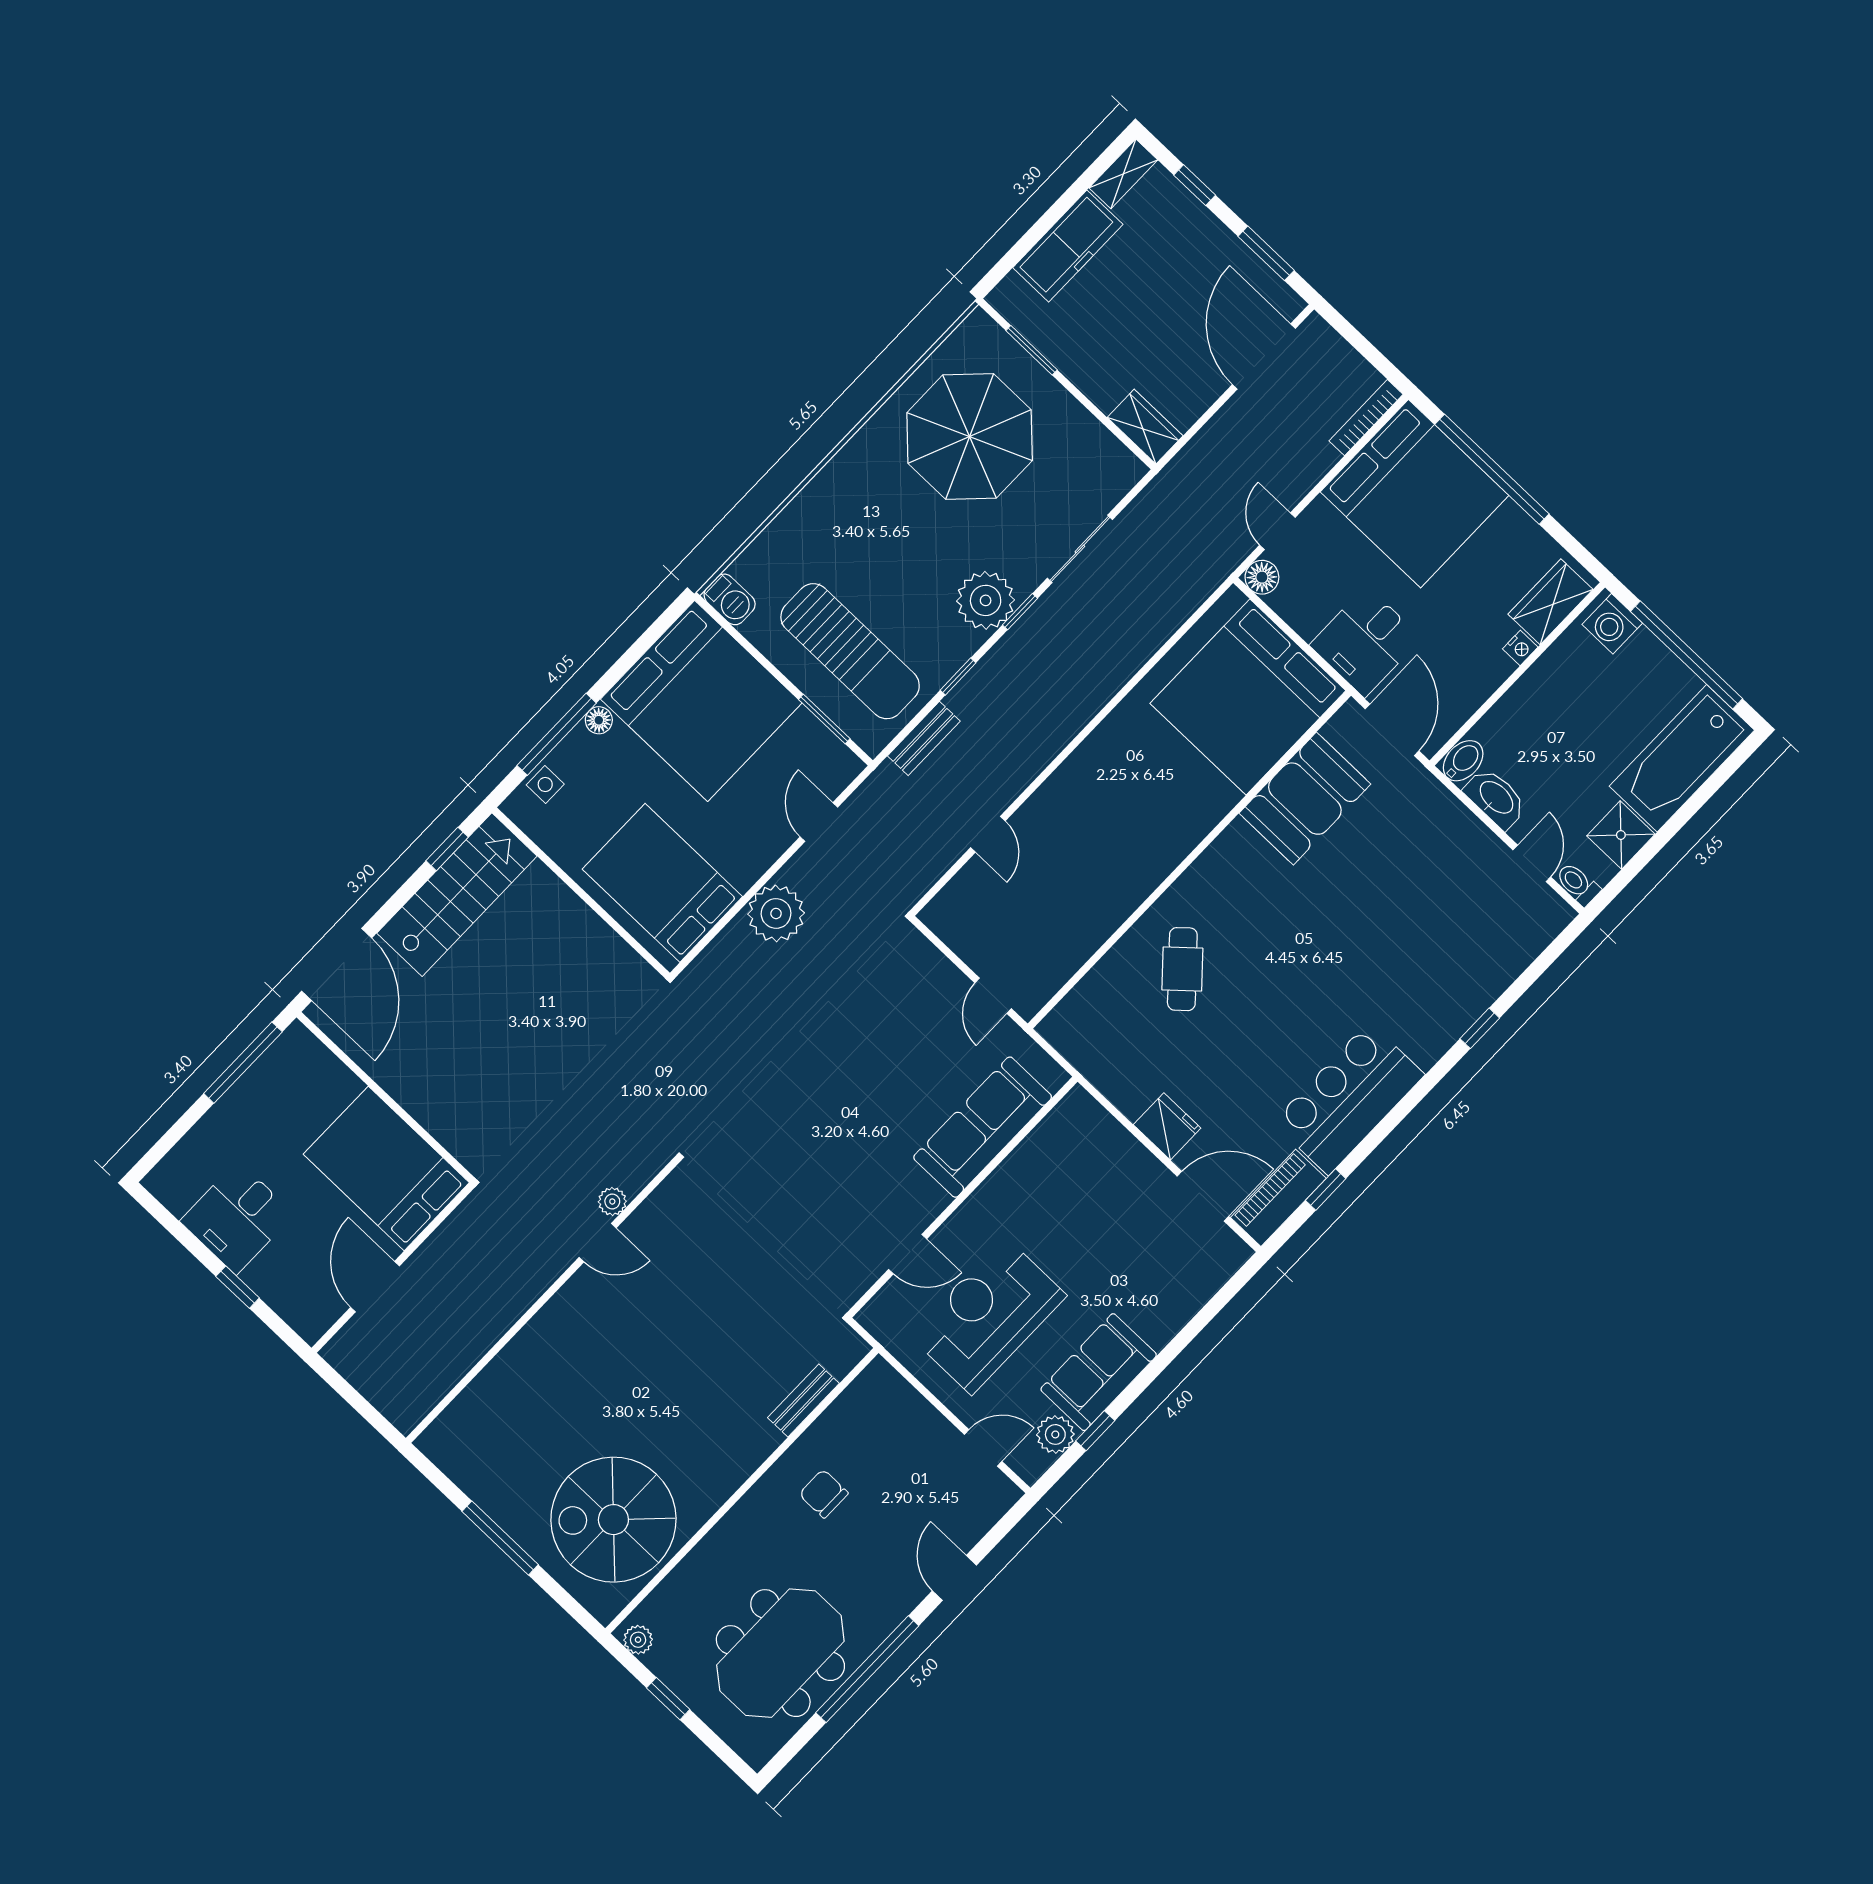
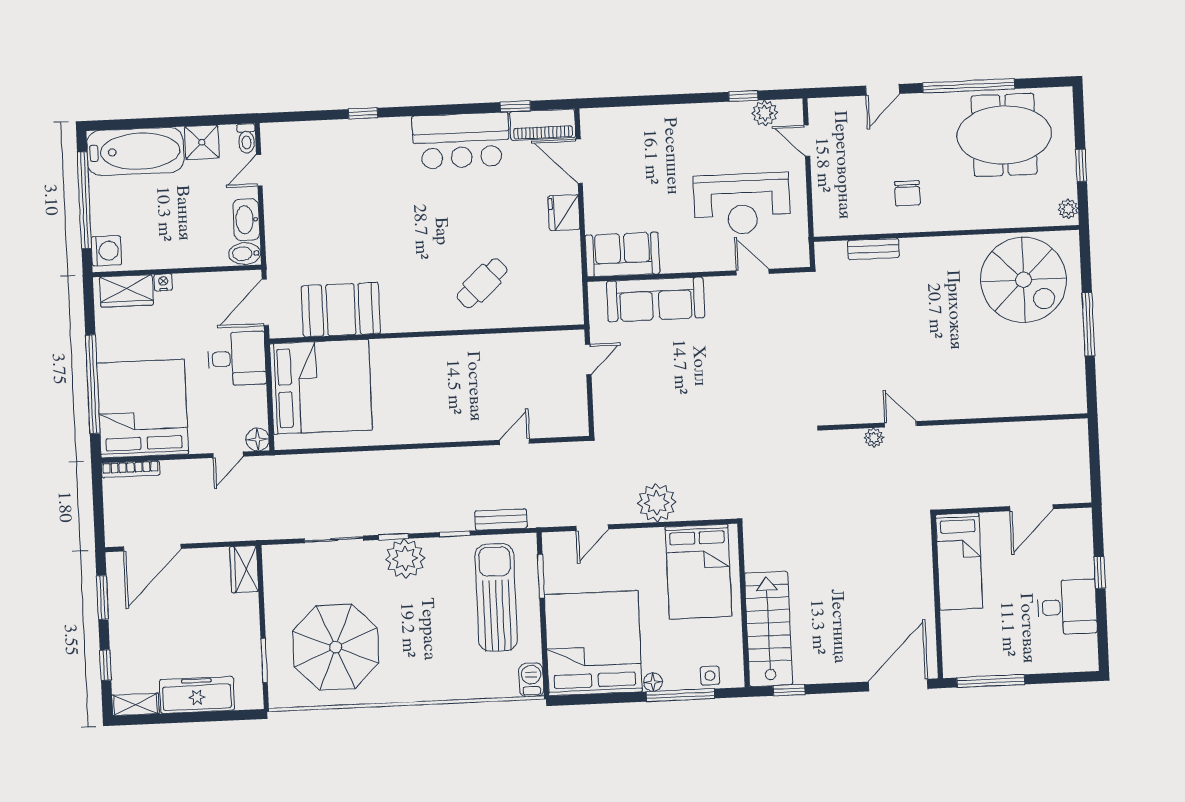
stairs: (457, 895) -> (769, 629), moved, turned 90
bed: (386, 1168) -> (959, 561), width x0.67
sofa: (1099, 1372) -> (622, 254), moved, turned 180

